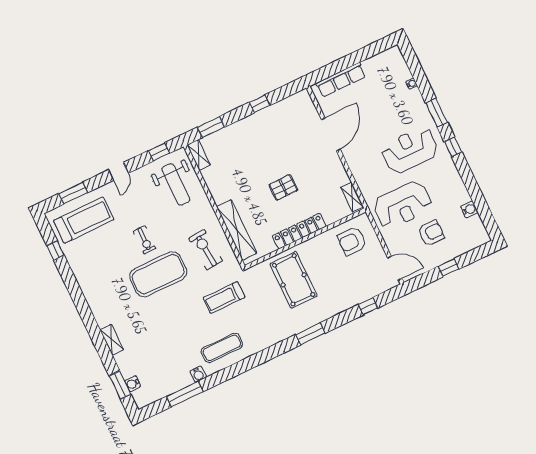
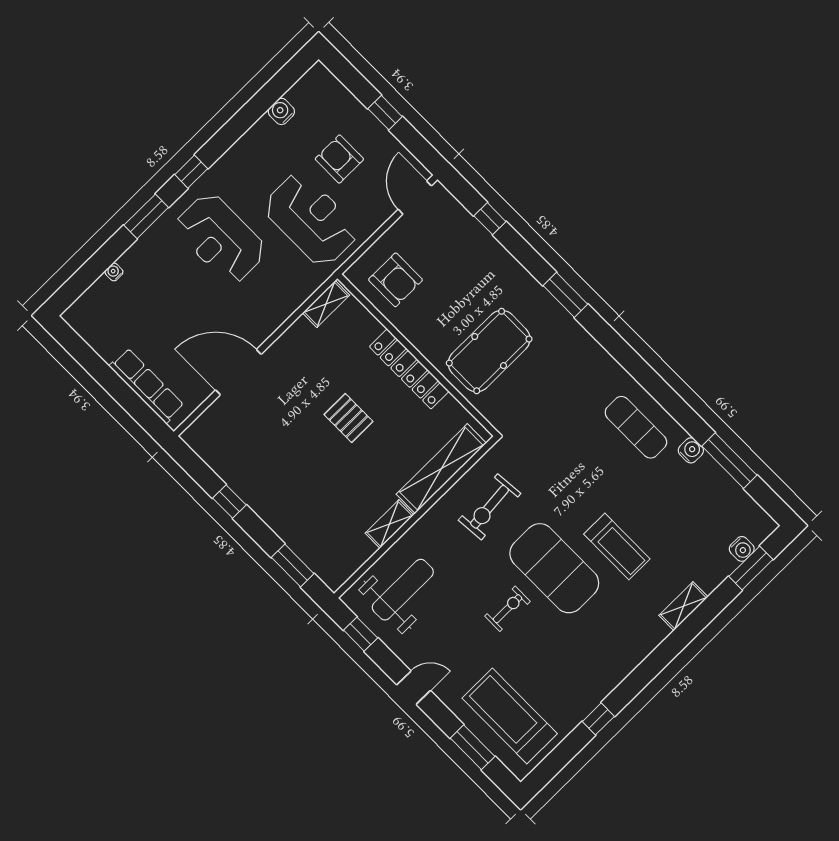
shelving: (199, 155) -> (389, 524), moved
window: (55, 250) -> (598, 719), moved
treadmill: (224, 298) -> (617, 546), moved

